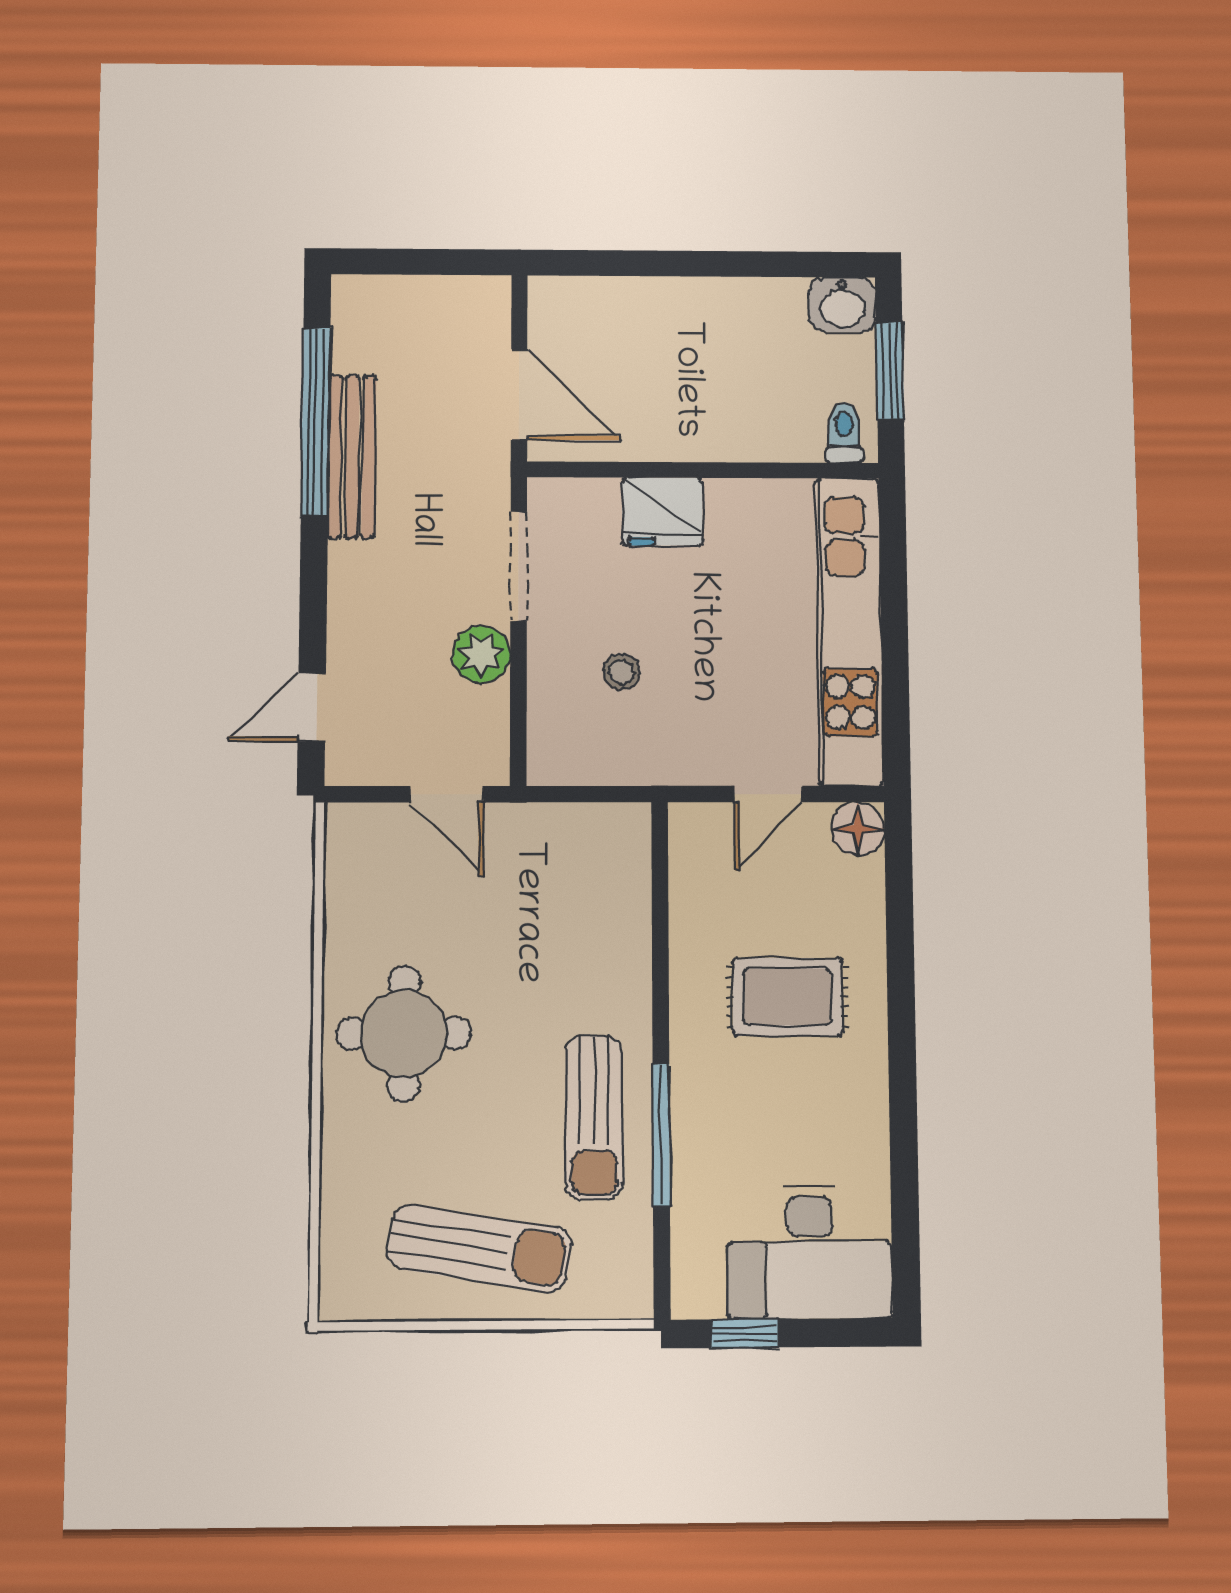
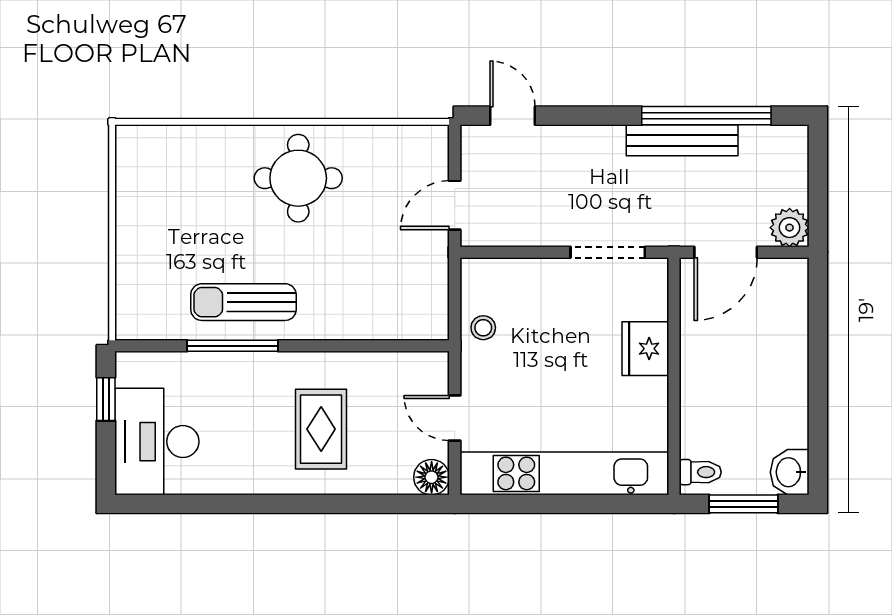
plant: (481, 654) -> (790, 228), moved
stool: (621, 672) -> (483, 328), moved
sun lounger: (479, 1248) -> (161, 228), removed

